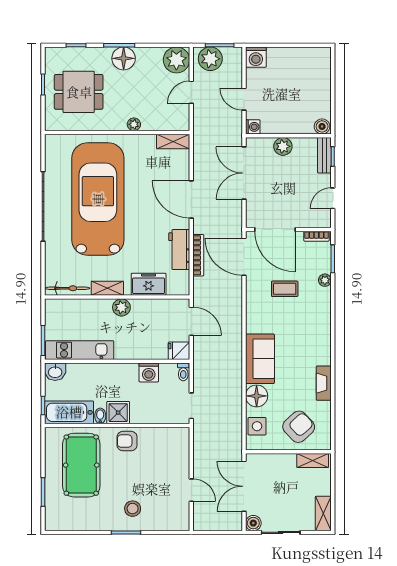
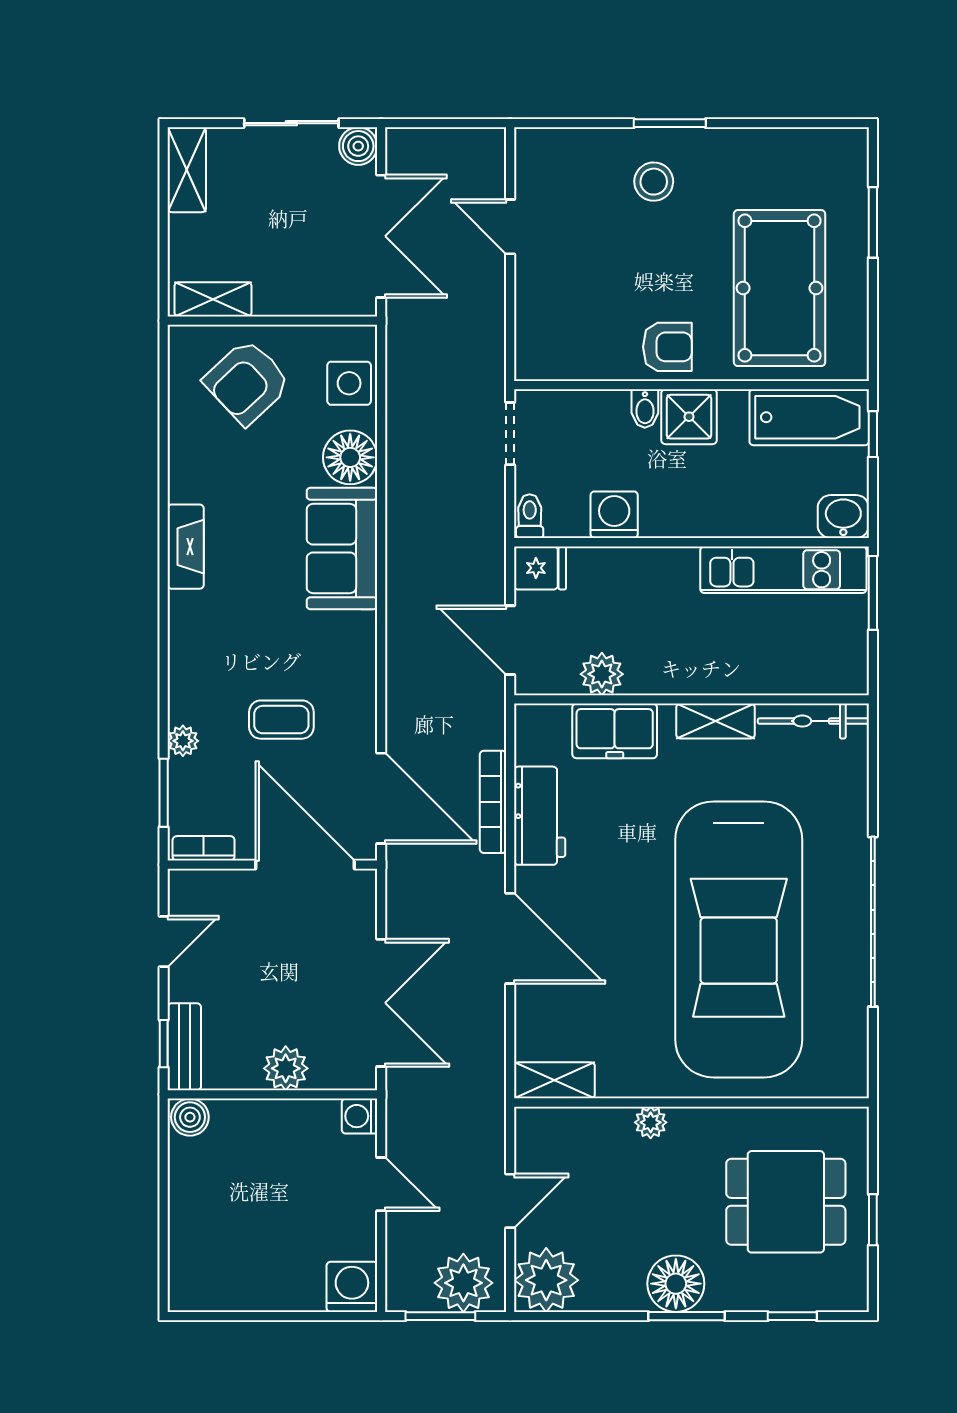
plant: (121, 307) -> (602, 674), moved
fireplace: (324, 383) -> (186, 547), moved
bidet: (100, 416) -> (645, 409), moved

